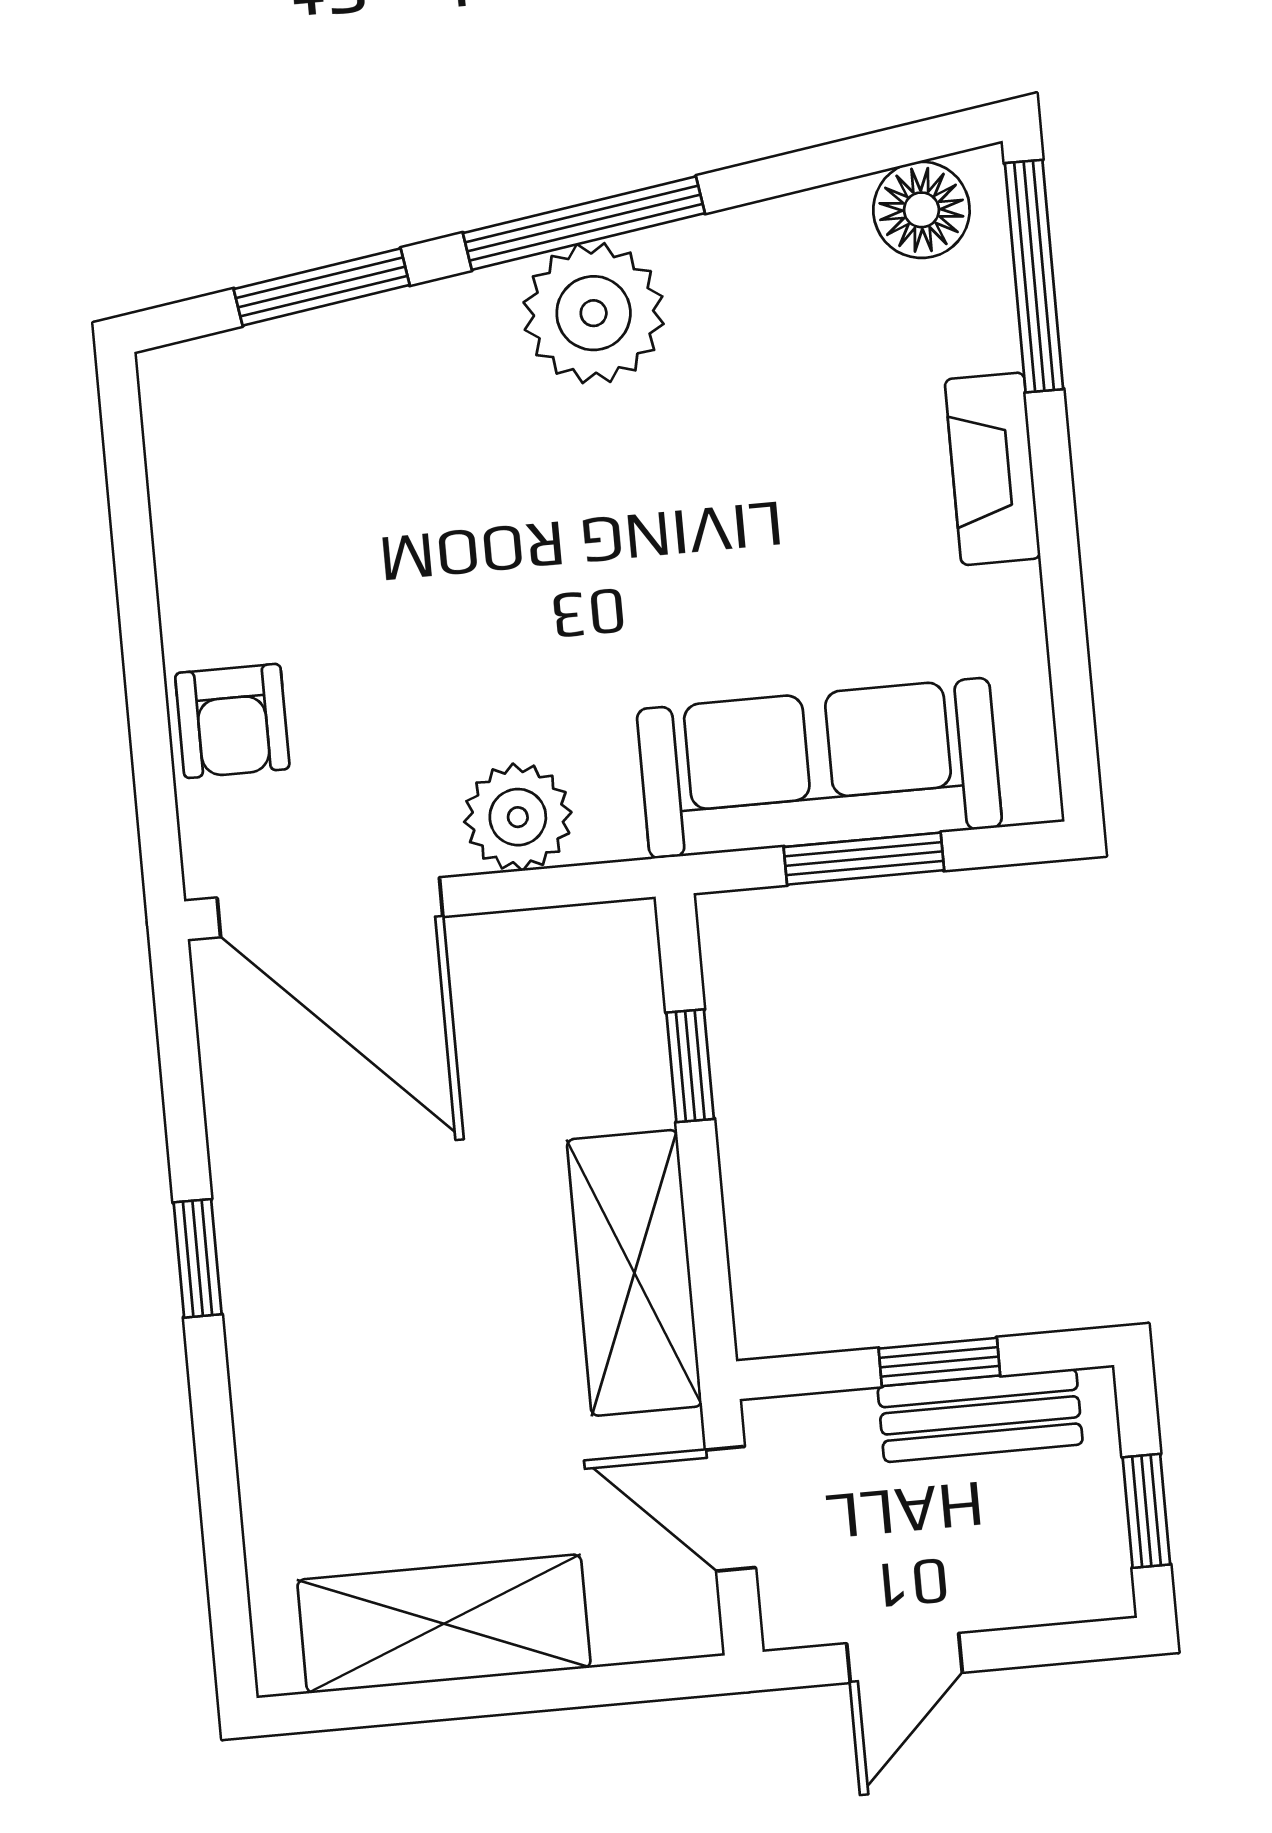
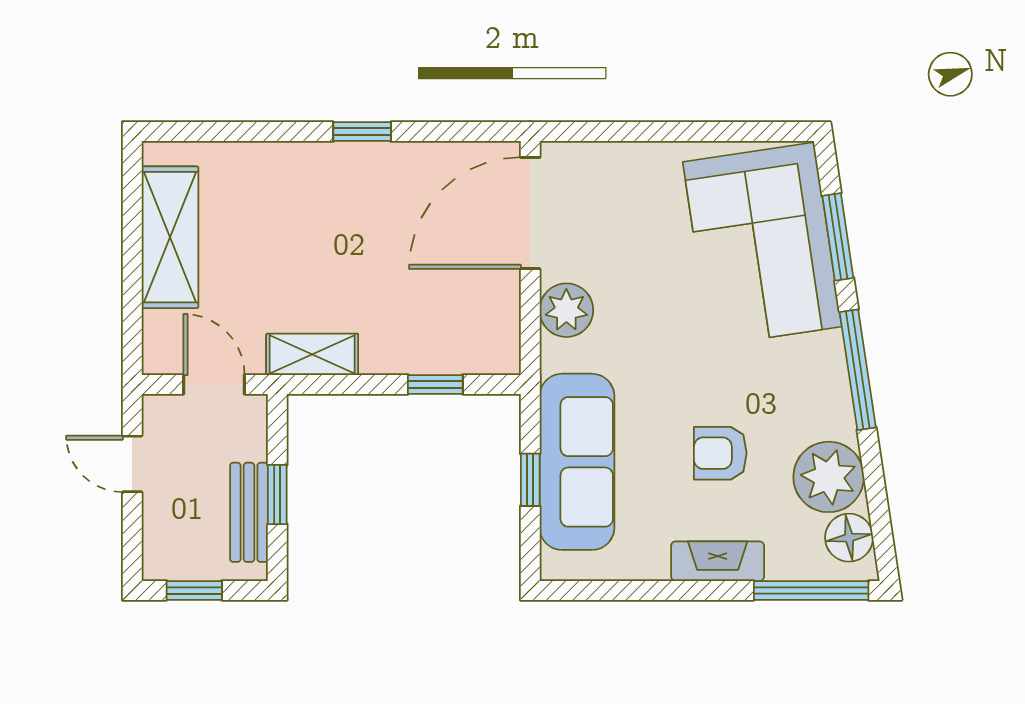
plant: (594, 313) -> (829, 477), moved
corner sofa: (350, 437) -> (762, 244), added
armchair: (232, 721) -> (720, 453), moved
window: (864, 859) -> (530, 480), width x0.67
shelving: (634, 1273) -> (312, 354), width x0.67, depth x0.75
door: (731, 1509) -> (214, 384), hinge flipped

